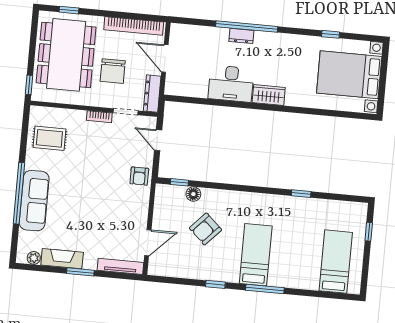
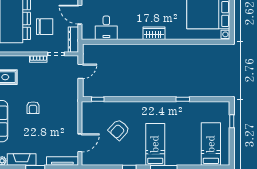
chair: (113, 71) -> (45, 27), turned -90
desk: (231, 84) -> (106, 28), moved, width x0.73
door: (158, 140) -> (80, 71), swing flipped
armchair: (139, 176) -> (33, 108), moved
floor lamp: (193, 194) -> (108, 106), removed

